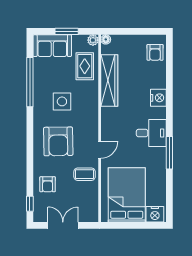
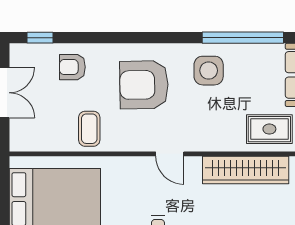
side table: (62, 101) -> (209, 71), moved
door: (100, 150) -> (170, 154), moved

